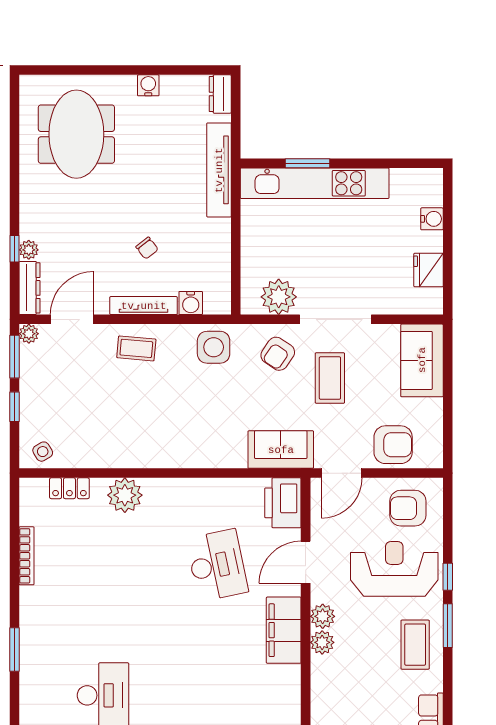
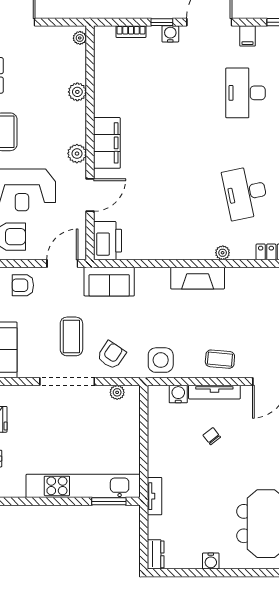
window: (307, 163) -> (109, 501), moved
tv unit: (219, 170) -> (154, 496), width x0.52, depth x0.78
plant: (279, 297) -> (117, 392), width x0.53, depth x0.53
armchair: (393, 445) -> (23, 285), width x0.72, depth x0.72
fireplace: (166, 454) -> (198, 278), added
plant: (125, 495) -> (223, 253), width x0.53, depth x0.53
desk: (217, 565) -> (246, 193), moved
plant: (322, 642) -> (77, 92), moved

